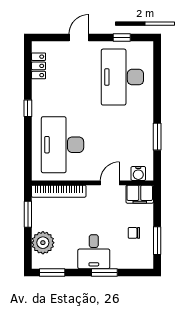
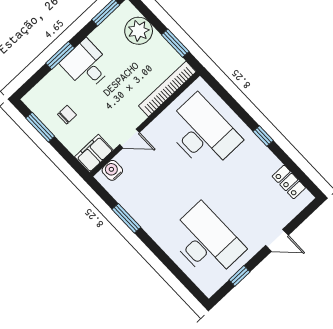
door: (79, 37) -> (277, 240), hinge flipped
door: (110, 183) -> (129, 139), hinge flipped

